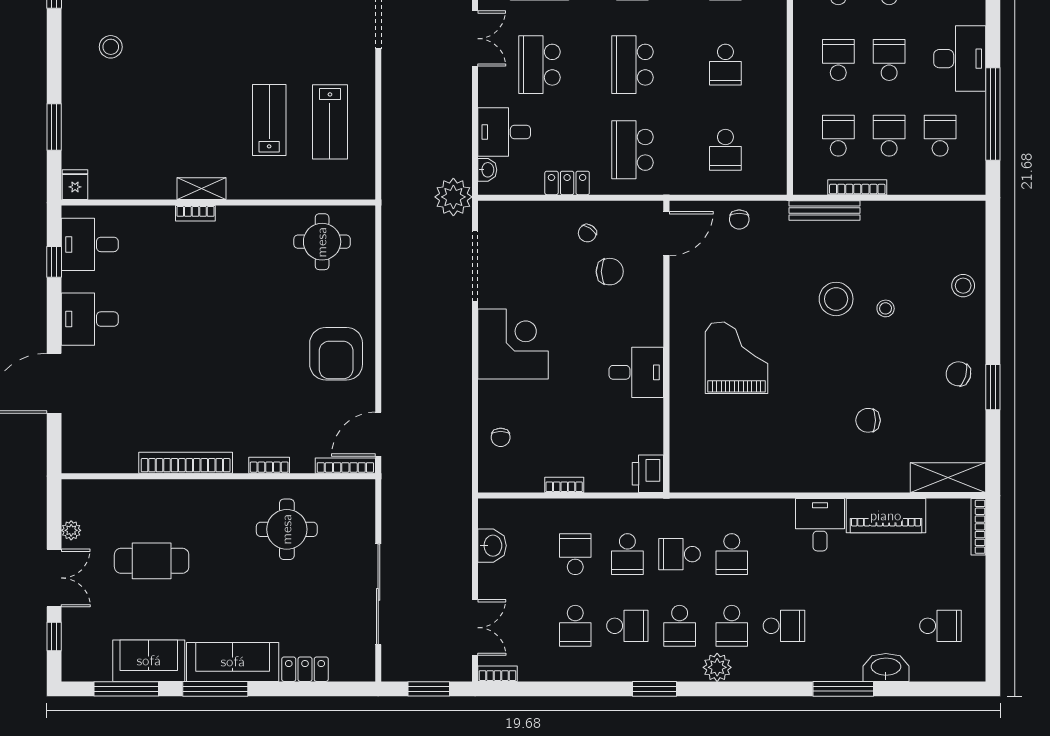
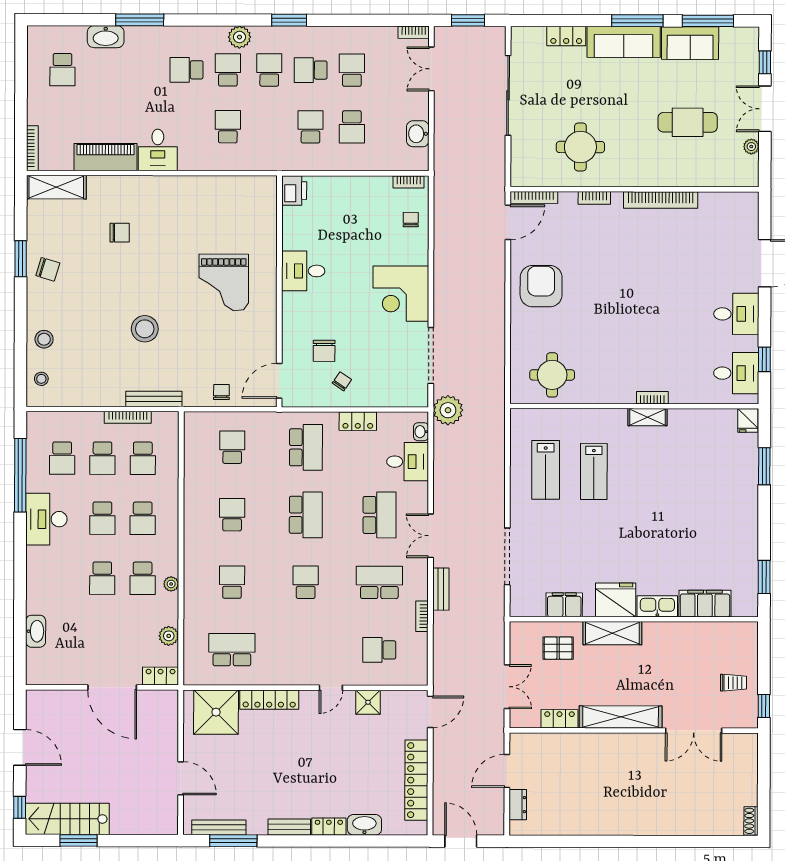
stool: (111, 47) -> (719, 530), removed
lab bench: (330, 122) -> (546, 470), turned 180
chair: (610, 272) -> (324, 351), turned -90
stool: (886, 308) -> (41, 379), moved
bookcase: (564, 485) -> (409, 182), moved
school desk: (680, 554) -> (269, 127), removed
school desk: (940, 626) -> (62, 70), turned -90

